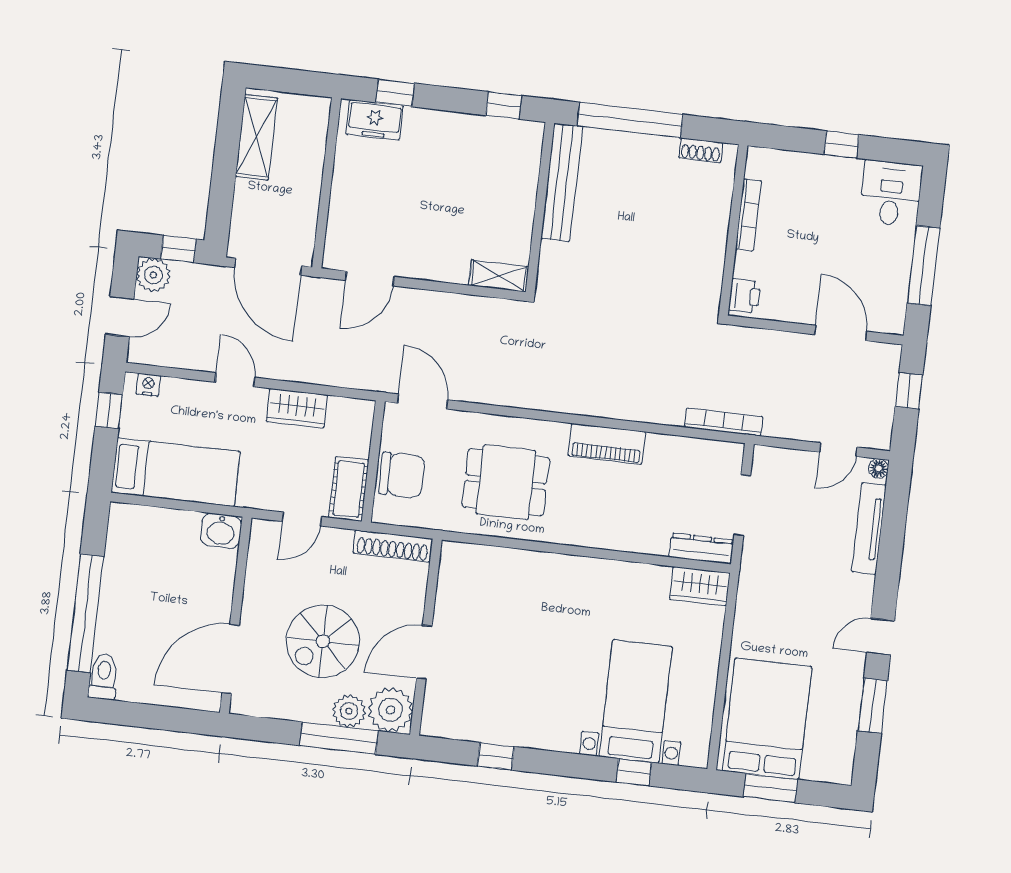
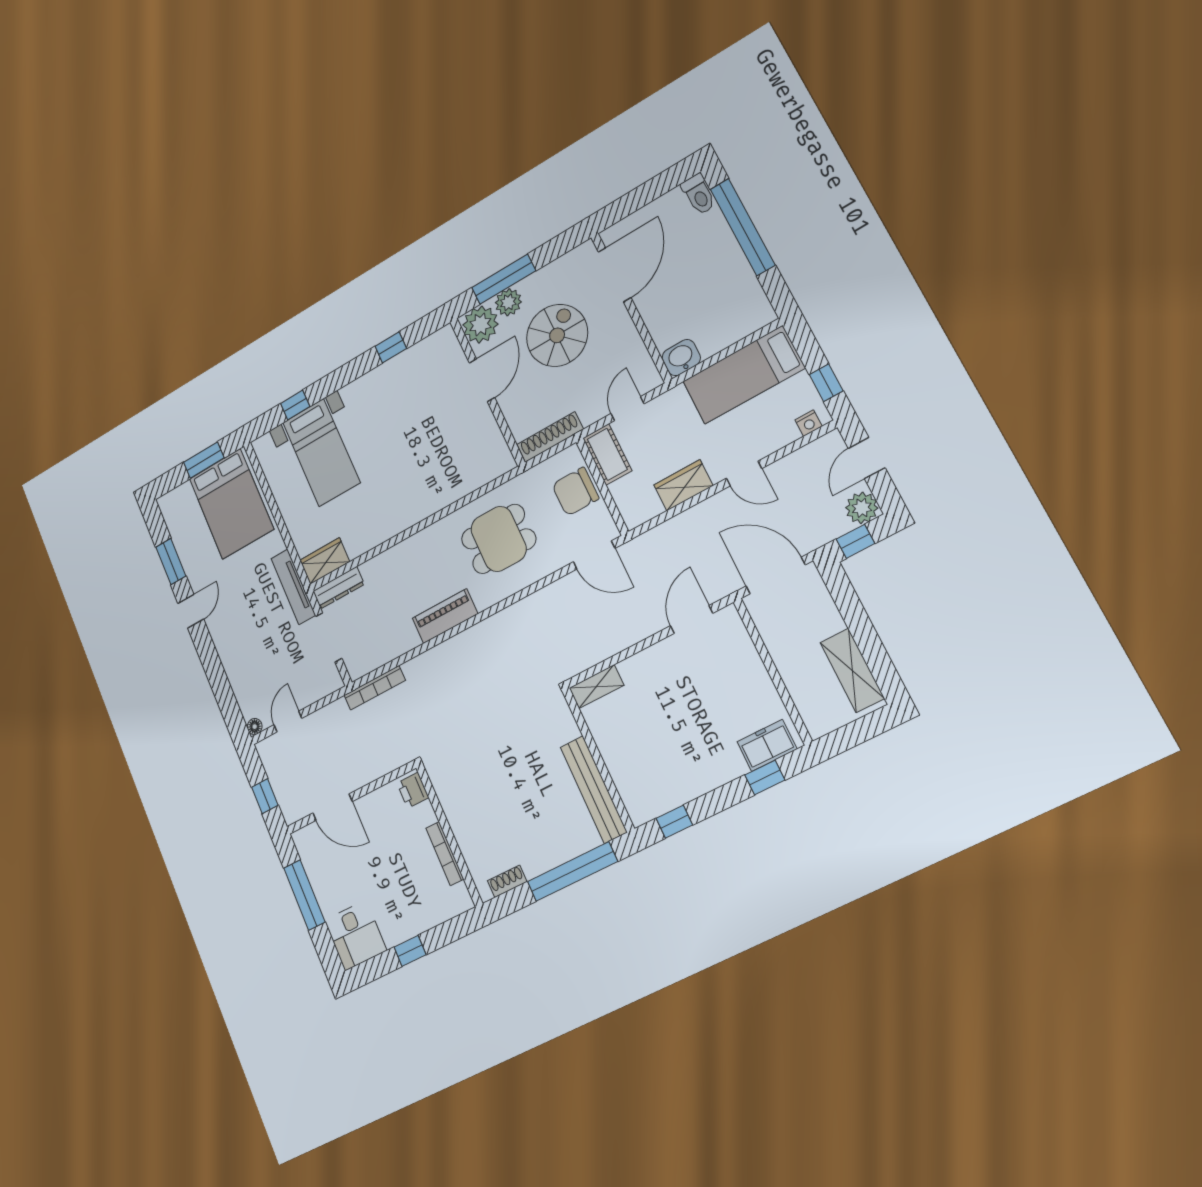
tv unit: (869, 528) -> (293, 587), moved, turned 180

